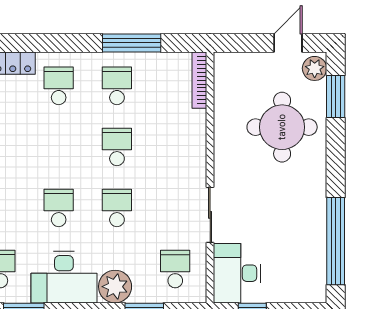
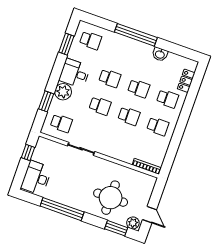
window: (132, 43) -> (176, 141), removed
school desk: (59, 147) -> (139, 88), added
window: (336, 241) -> (62, 209), moved
desk: (237, 273) -> (36, 178), moved, turned -90
desk: (64, 277) -> (75, 73), width x0.73

